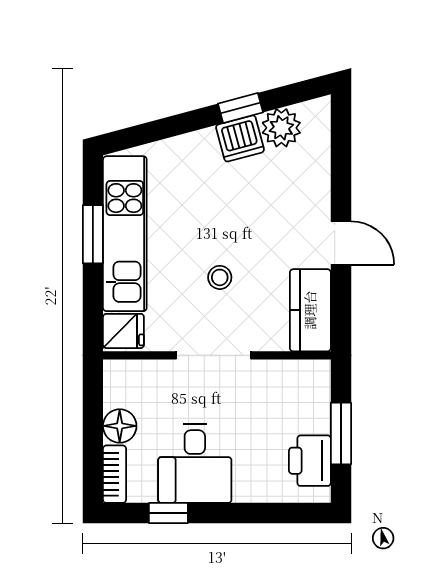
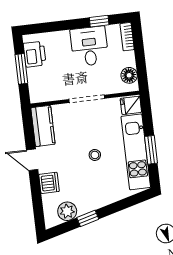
dishwasher: (240, 138) -> (49, 183), moved, turned 105
stool: (220, 277) -> (95, 155), moved
floor lamp: (120, 426) -> (129, 75), moved

